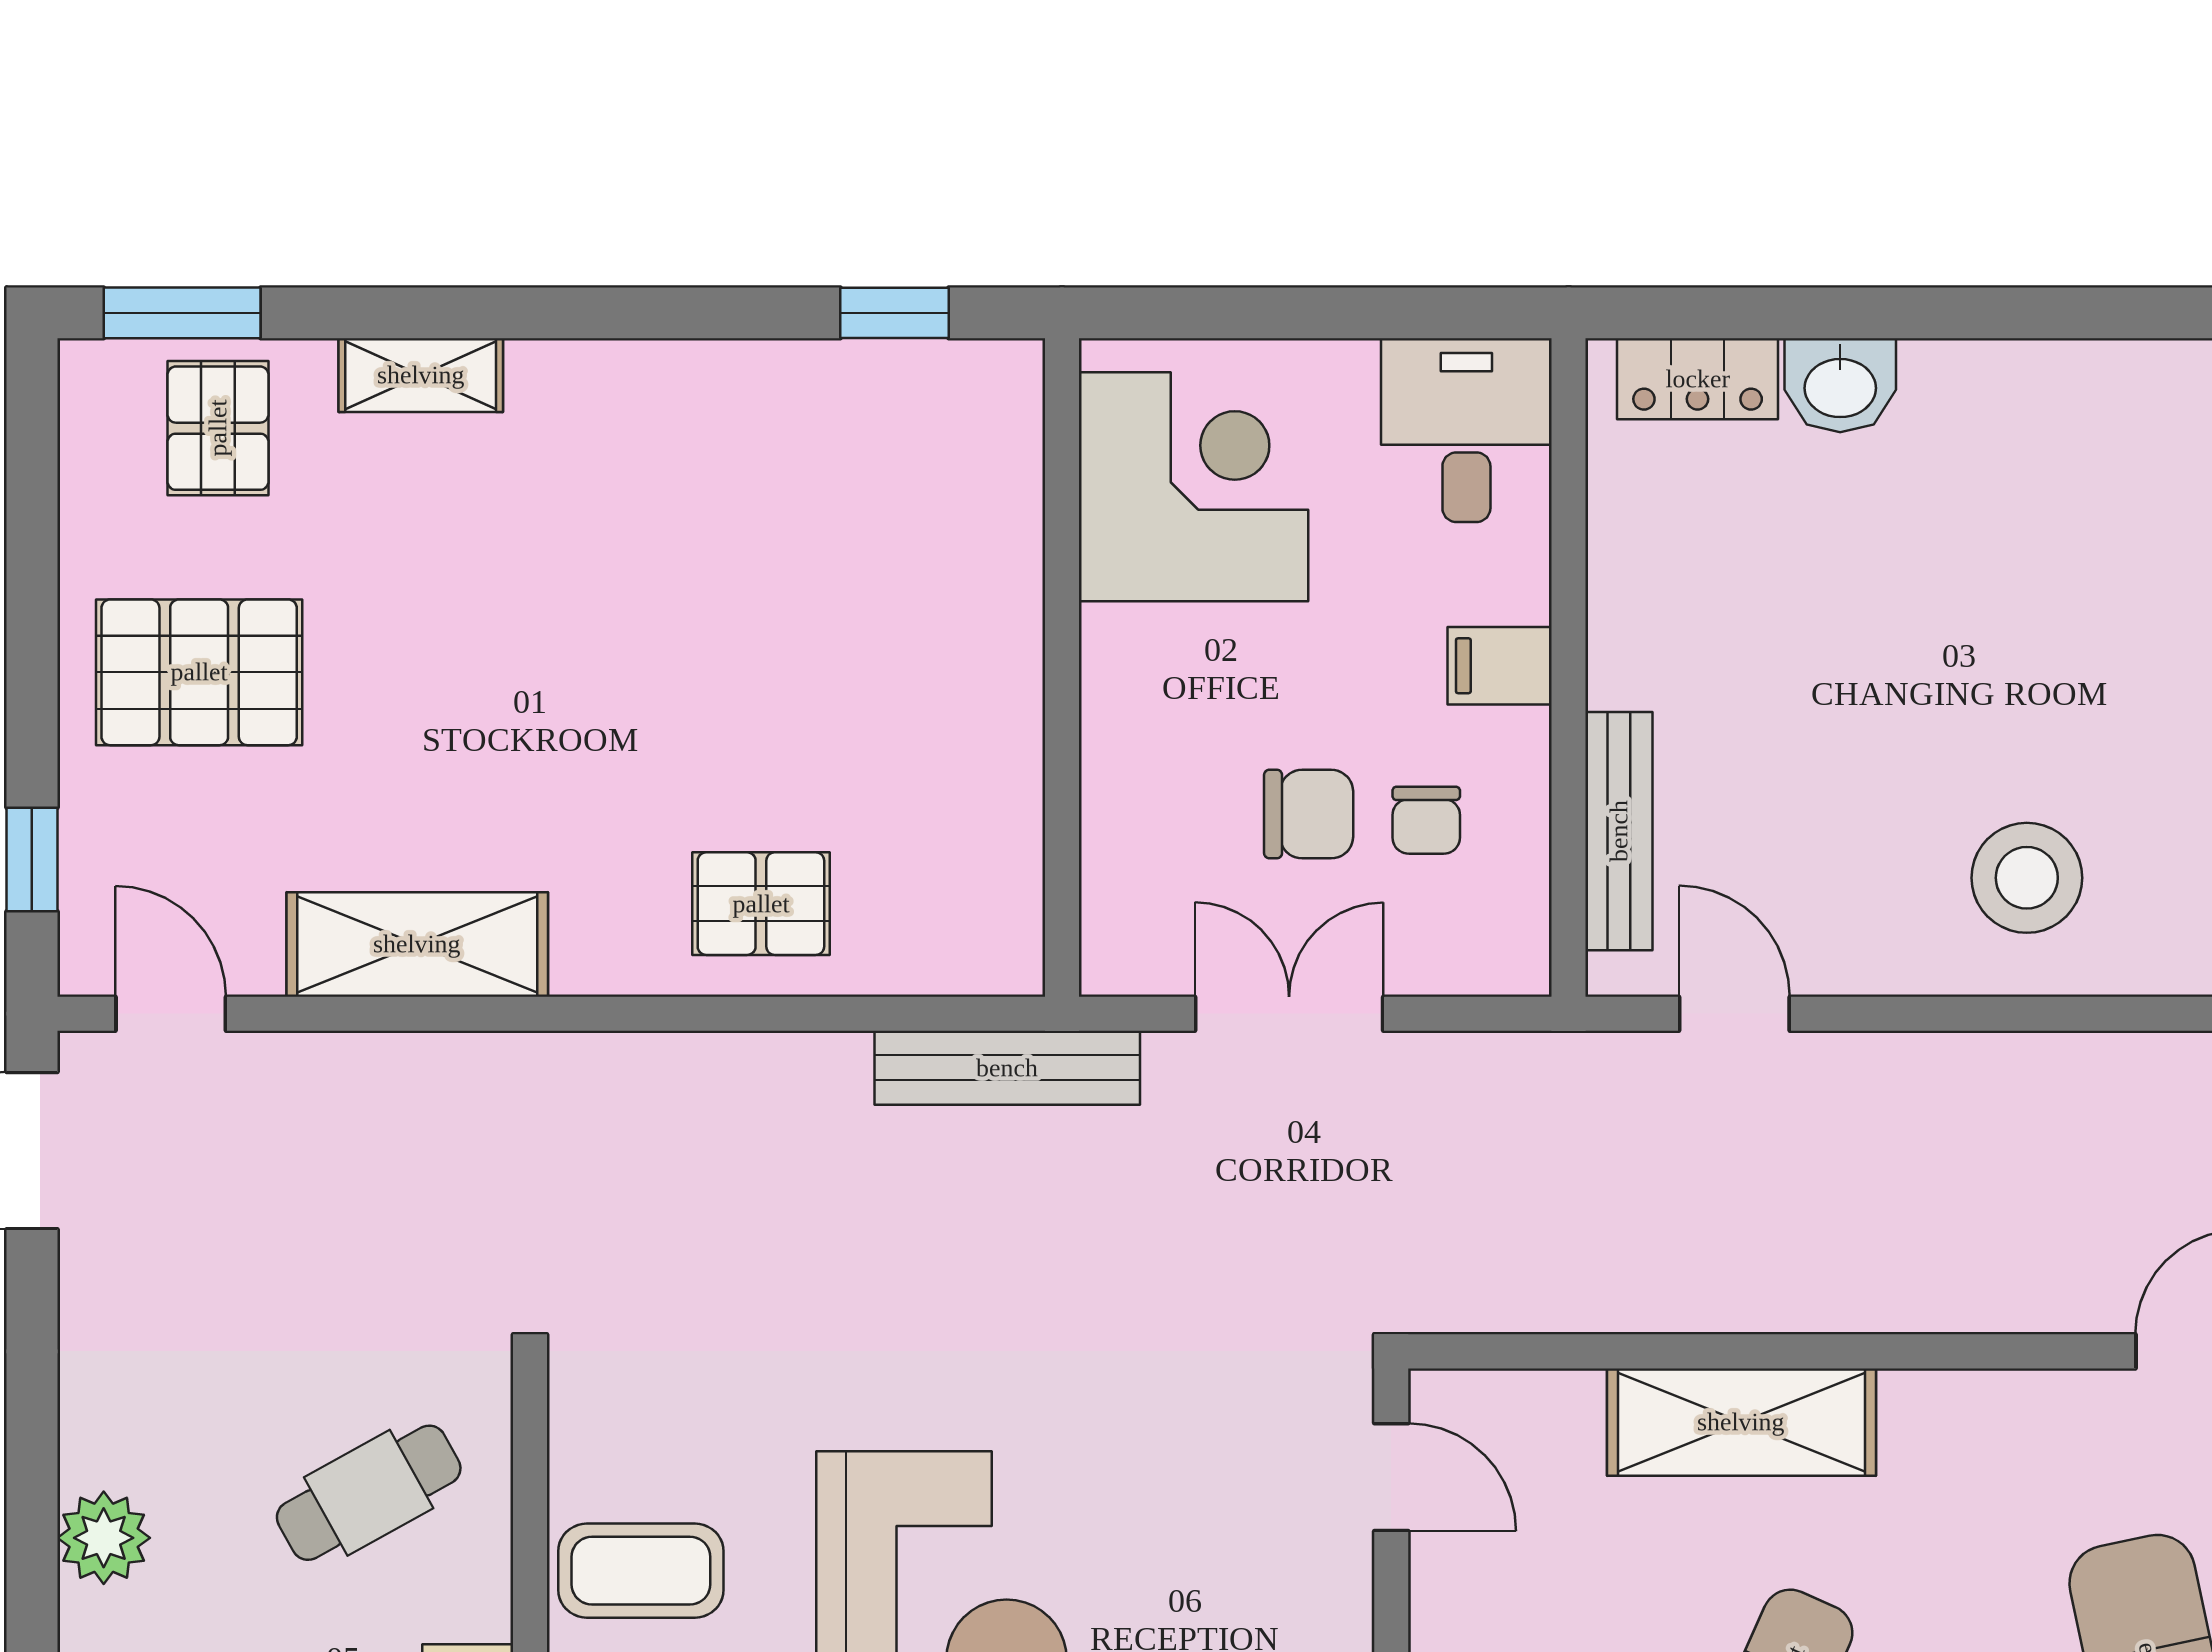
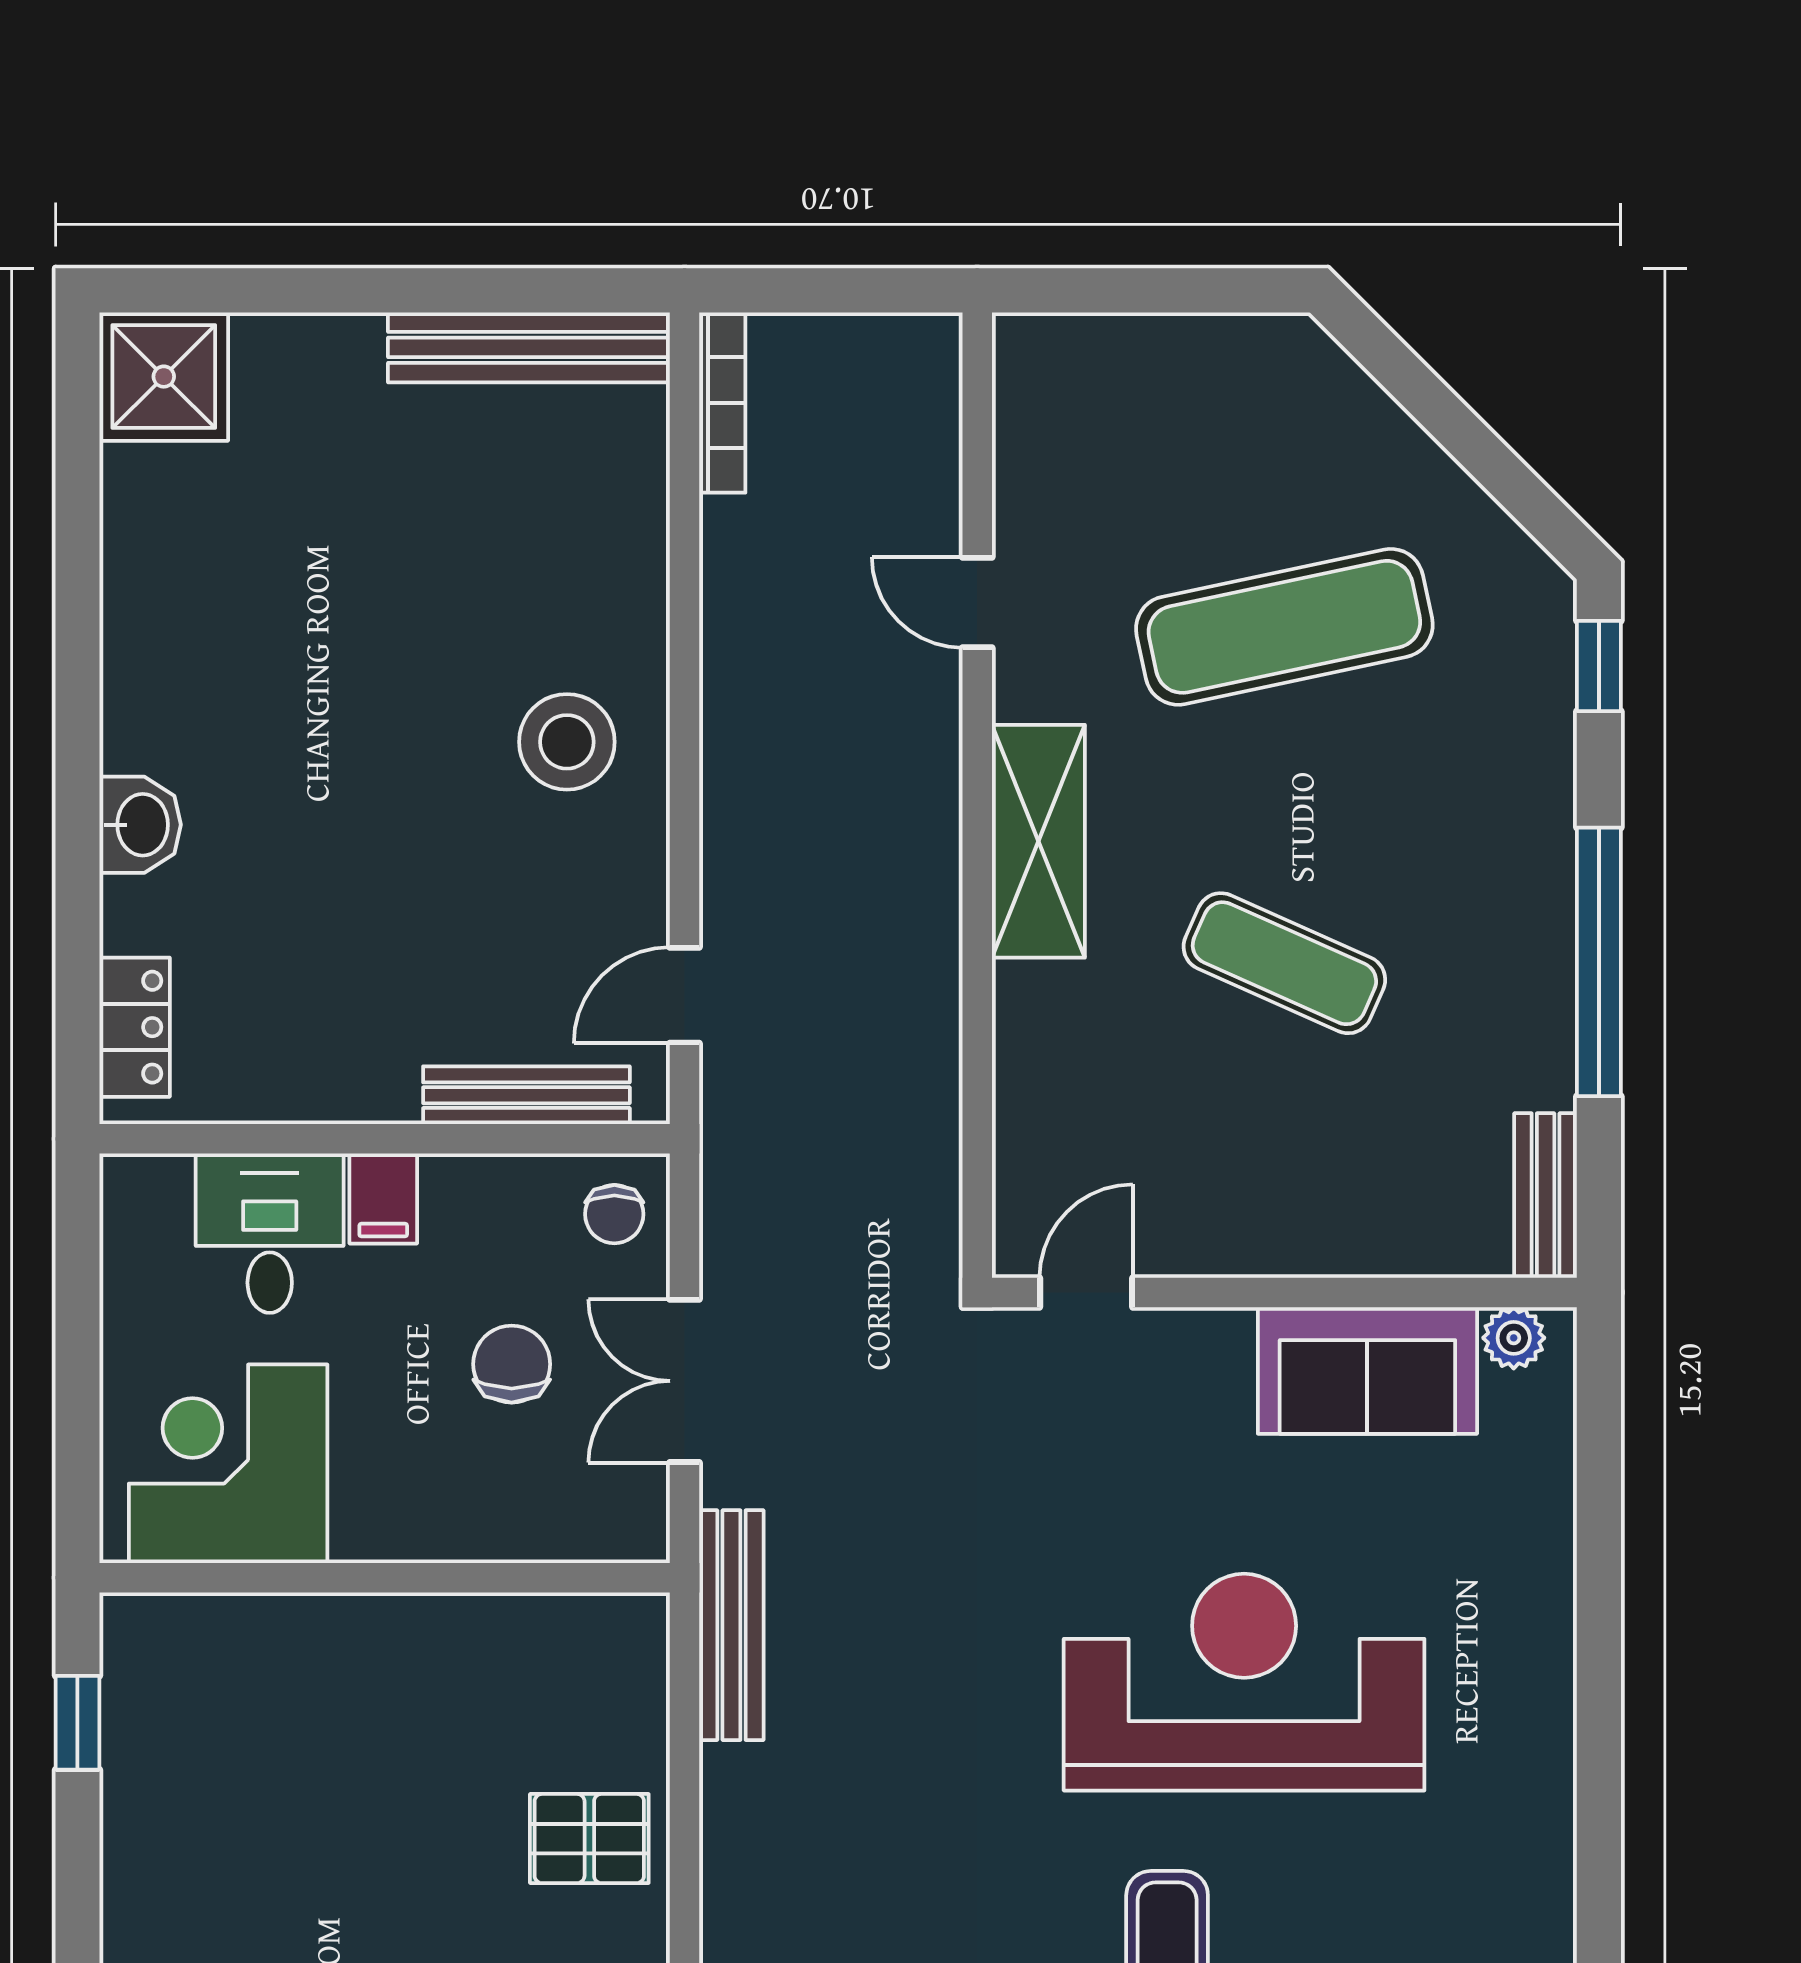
washbasin: (1840, 385) -> (140, 825), moved
desk: (1466, 430) -> (270, 1233), moved, turned 90
chair: (1426, 820) -> (614, 1214), moved, turned 90
pallet: (761, 904) -> (589, 1839), turned 90
shelving: (1741, 1422) -> (1038, 841), moved

